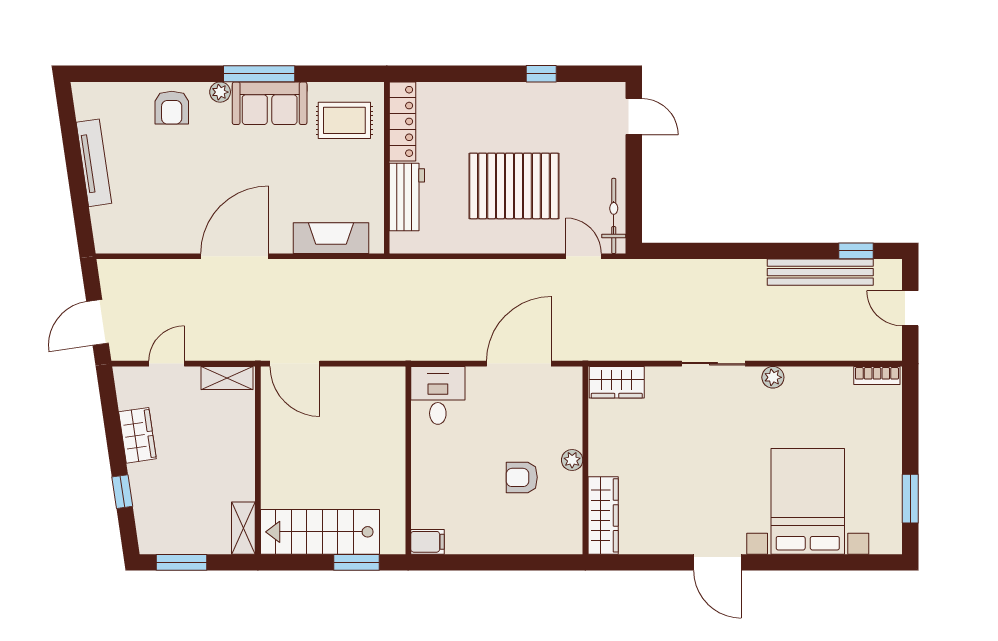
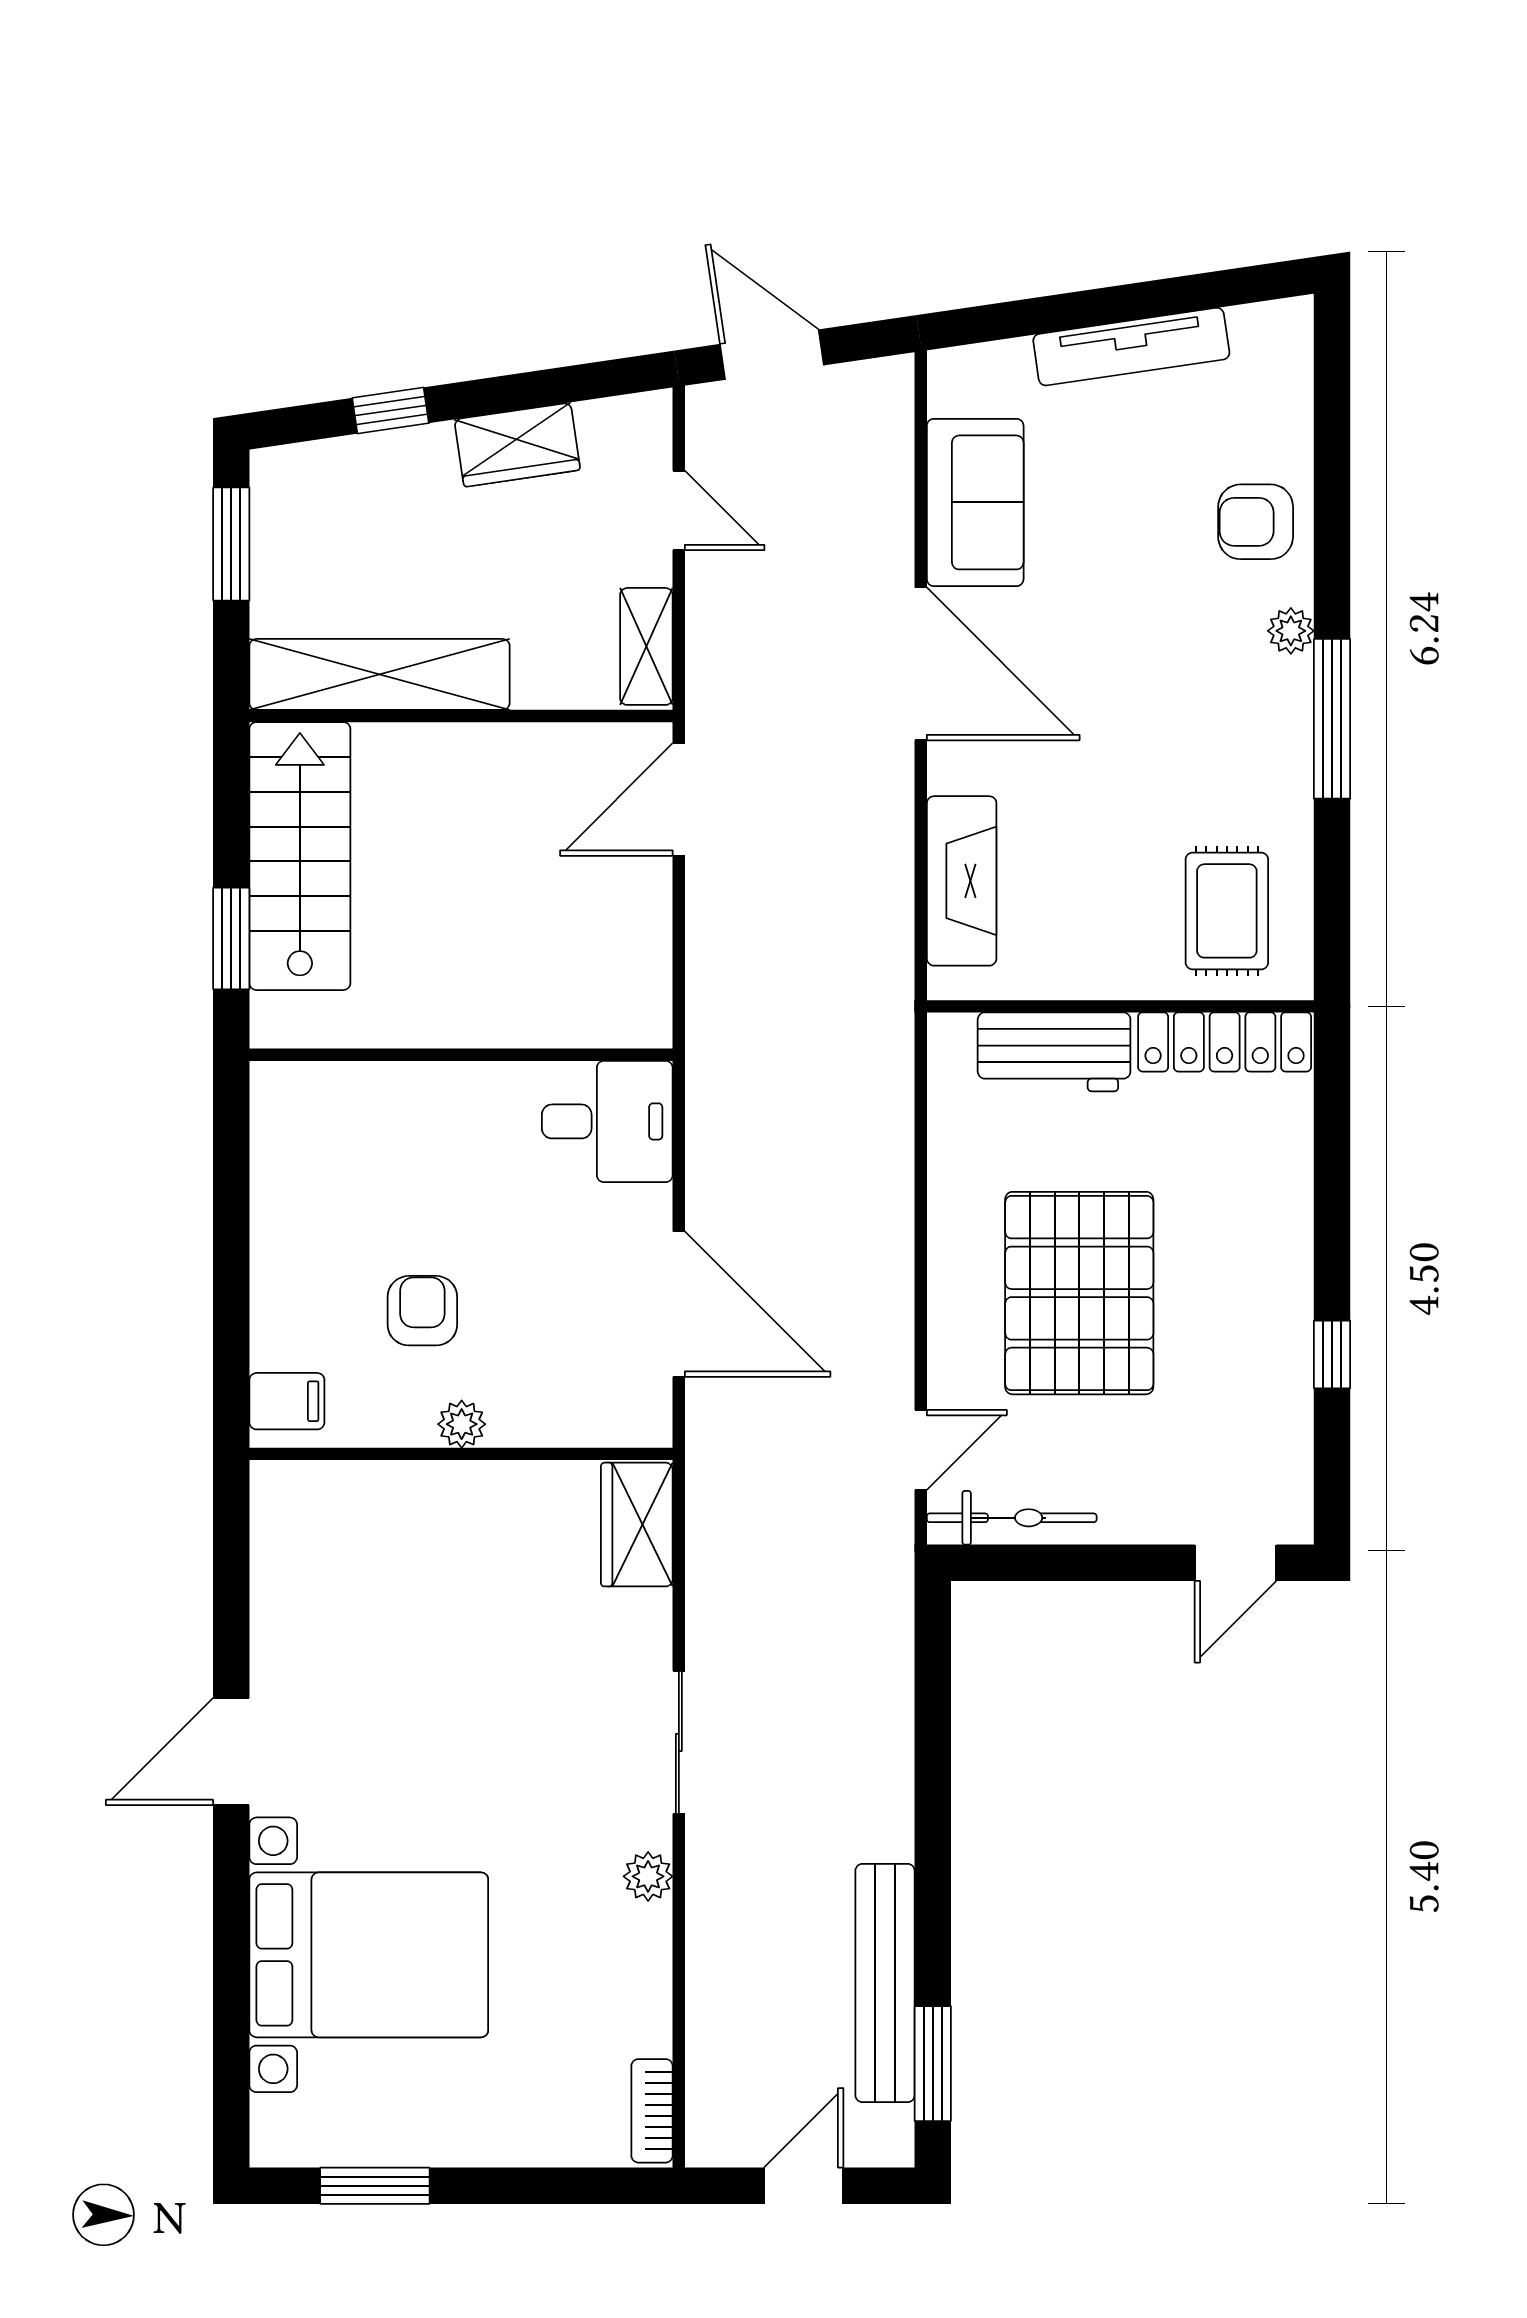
sofa: (270, 103) -> (975, 502), moved, turned 180
window: (856, 251) -> (933, 2064), width x1.50
wardrobe: (603, 515) -> (337, 1494), removed
shelving: (243, 528) -> (380, 674), width x2.20, depth x1.33
filing cabinet: (428, 542) -> (287, 1401), moved, turned -90

